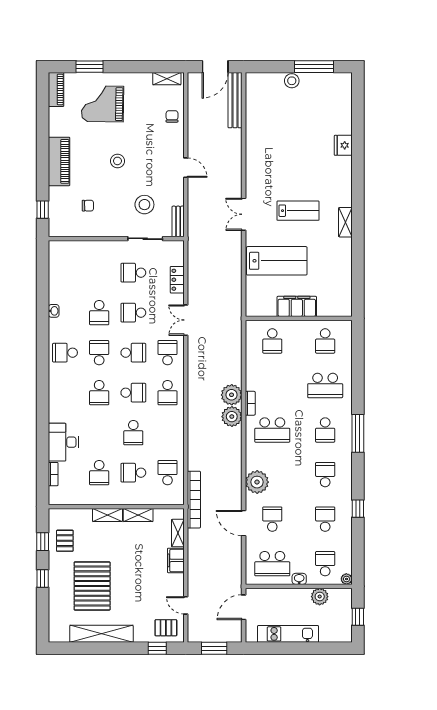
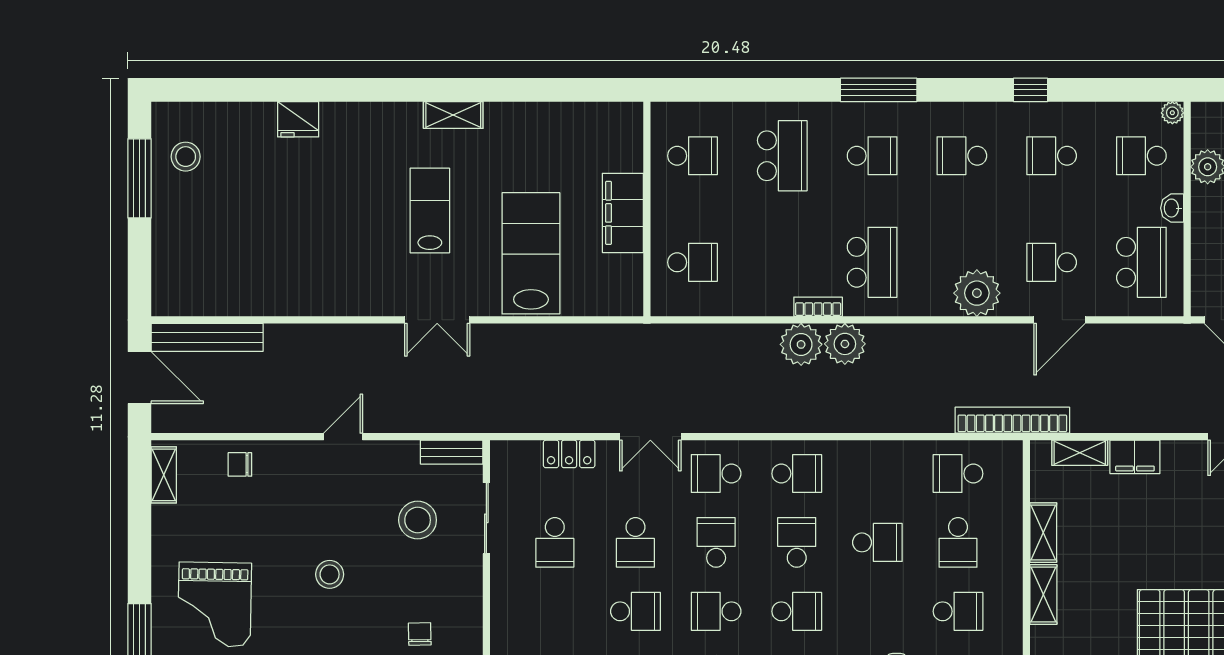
stool: (292, 81) -> (186, 157), moved

